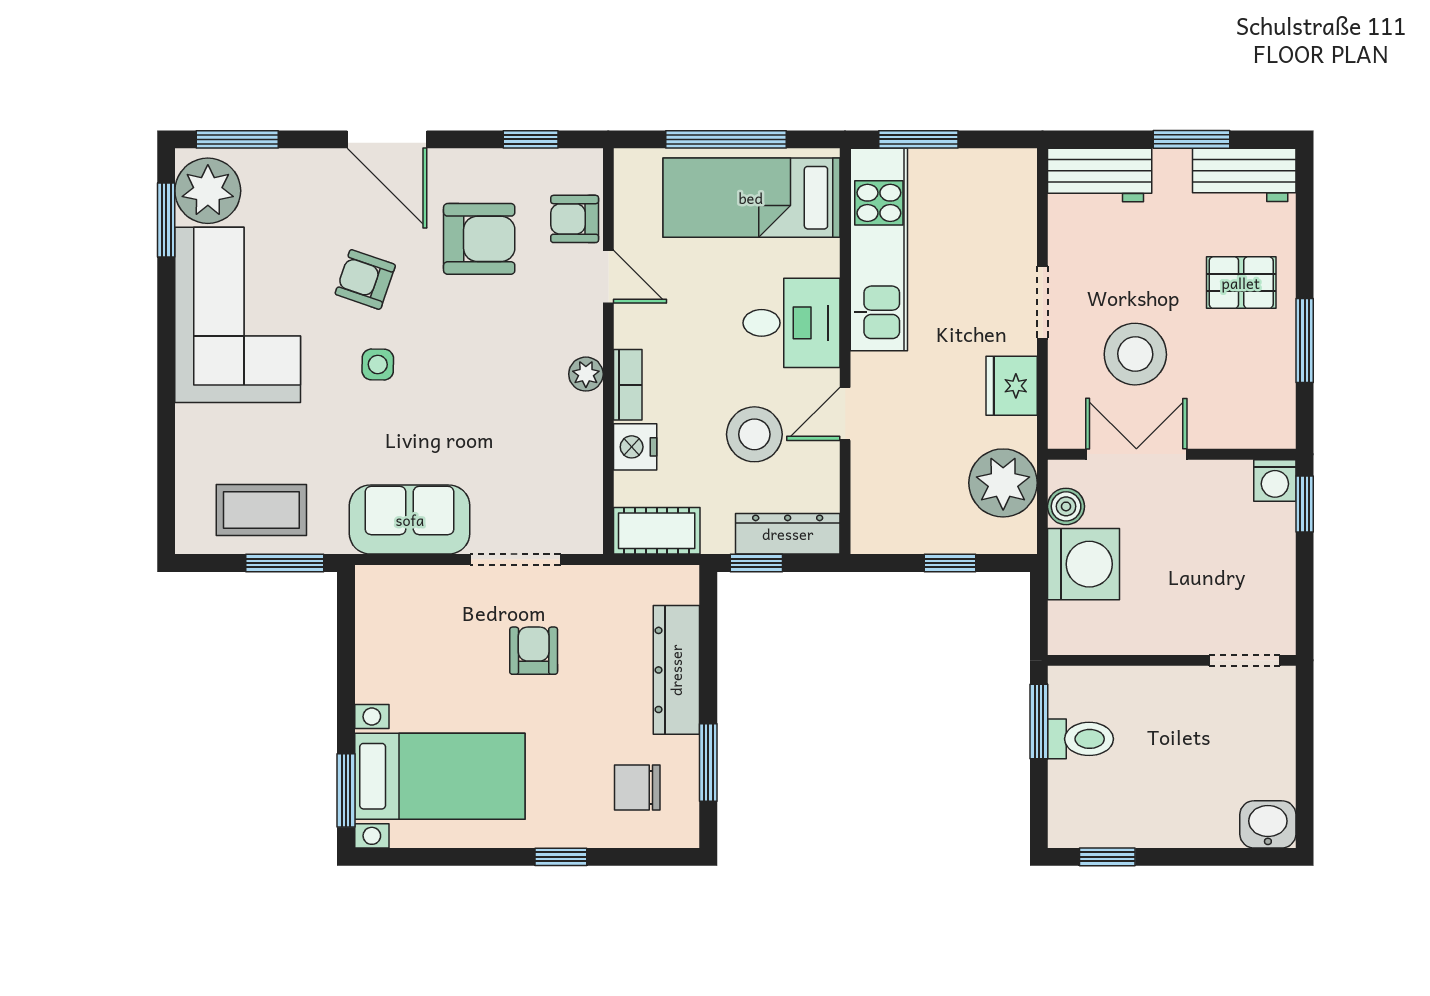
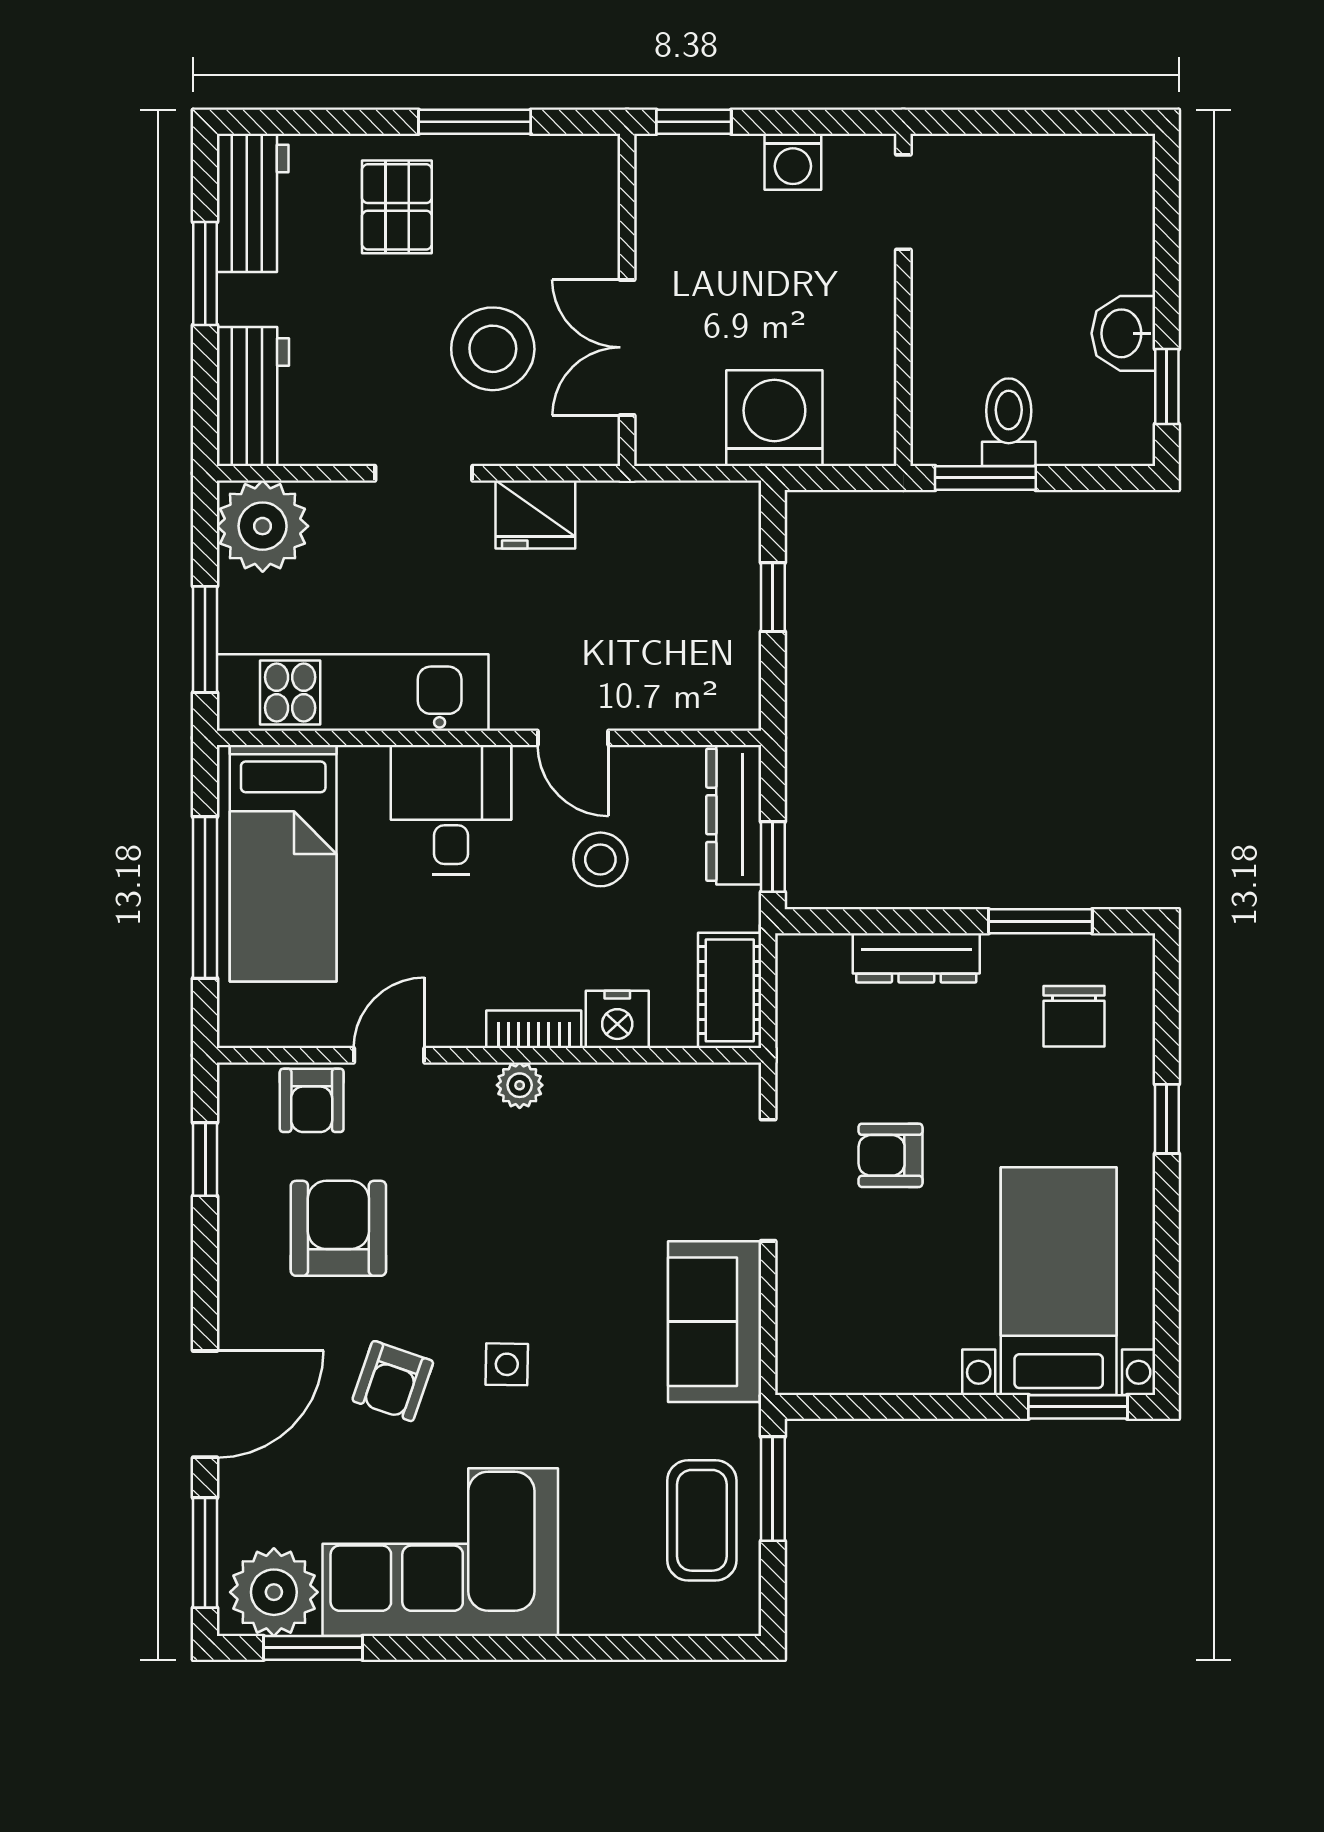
door: (387, 139) -> (205, 1404), moved
stool: (754, 434) -> (600, 859), width x0.73, depth x0.73
washing machine: (1275, 480) -> (793, 162), moved, turned 90
plant: (1003, 483) -> (263, 526), moved
boiler: (1066, 506) -> (697, 442), removed
dresser: (676, 670) -> (916, 958), width x0.73, depth x0.80
washbasin: (1268, 824) -> (1123, 333), moved

